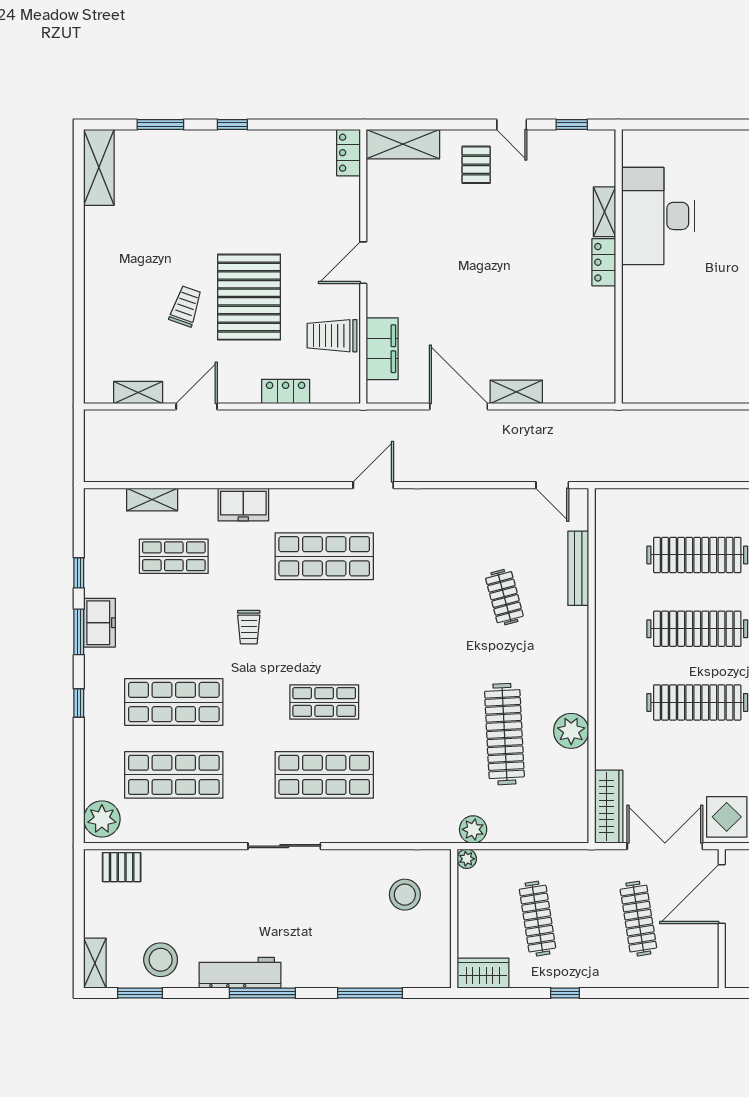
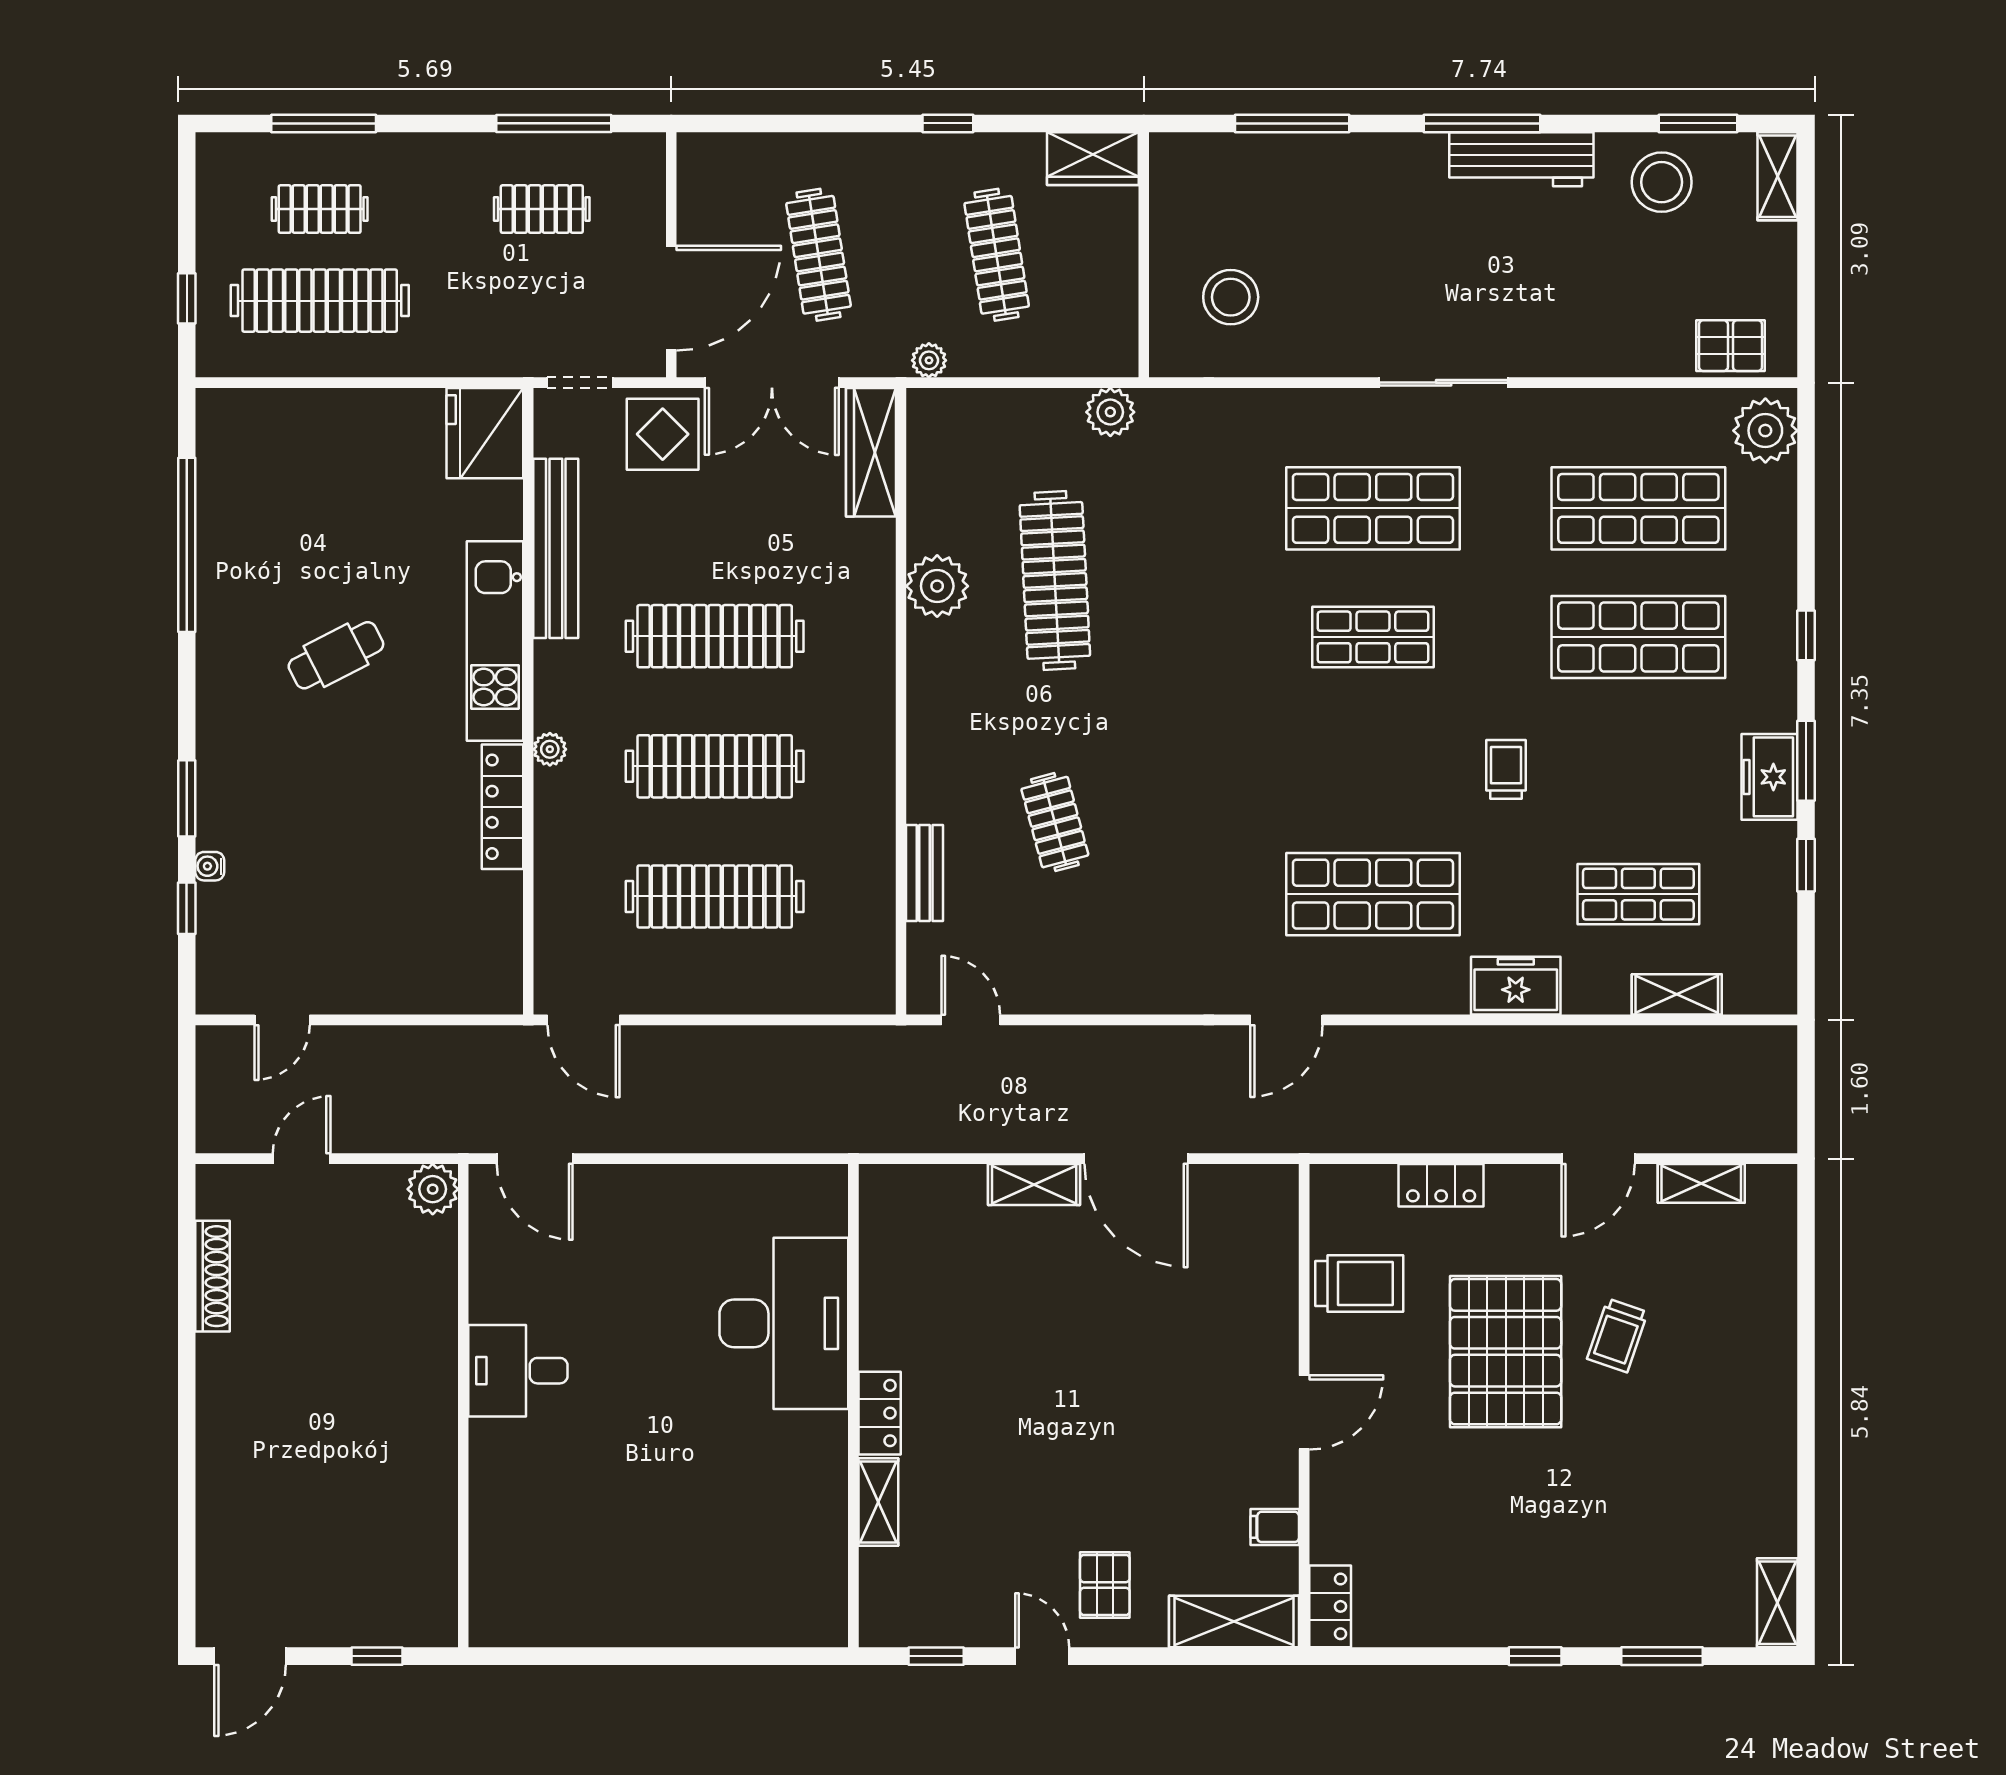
shelving: (99, 167) -> (1777, 1603), width x0.67, depth x0.75
desk: (658, 216) -> (784, 1323), moved
filing cabinet: (382, 349) -> (1275, 1527), moved, width x0.33, depth x0.86
bench: (578, 568) -> (925, 873), width x0.73
plant: (467, 859) -> (929, 360), moved

